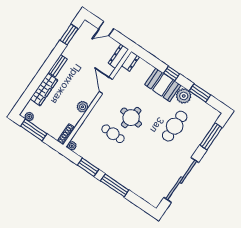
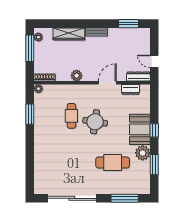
door: (106, 29) -> (154, 61), moved
dresser: (130, 61) -> (130, 89), moved
window: (115, 185) -> (30, 146), removed

